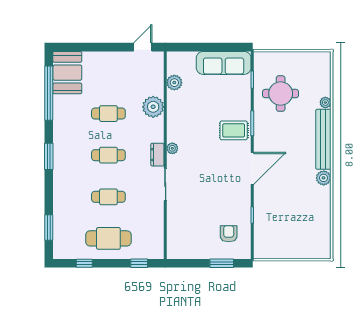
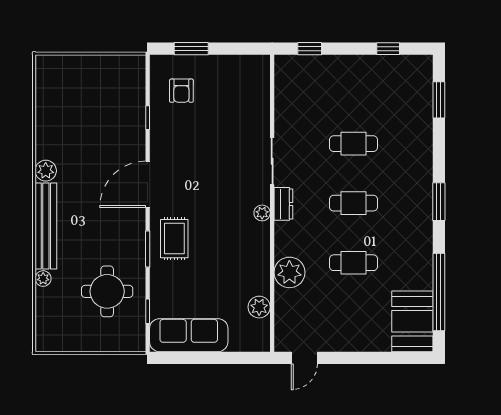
rug: (234, 130) -> (174, 239), turned 90
cafe table: (108, 238) -> (353, 84), removed

